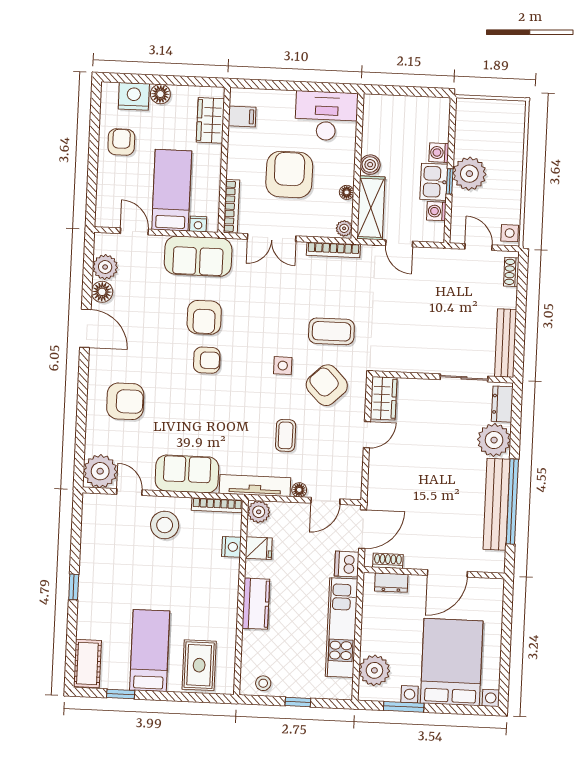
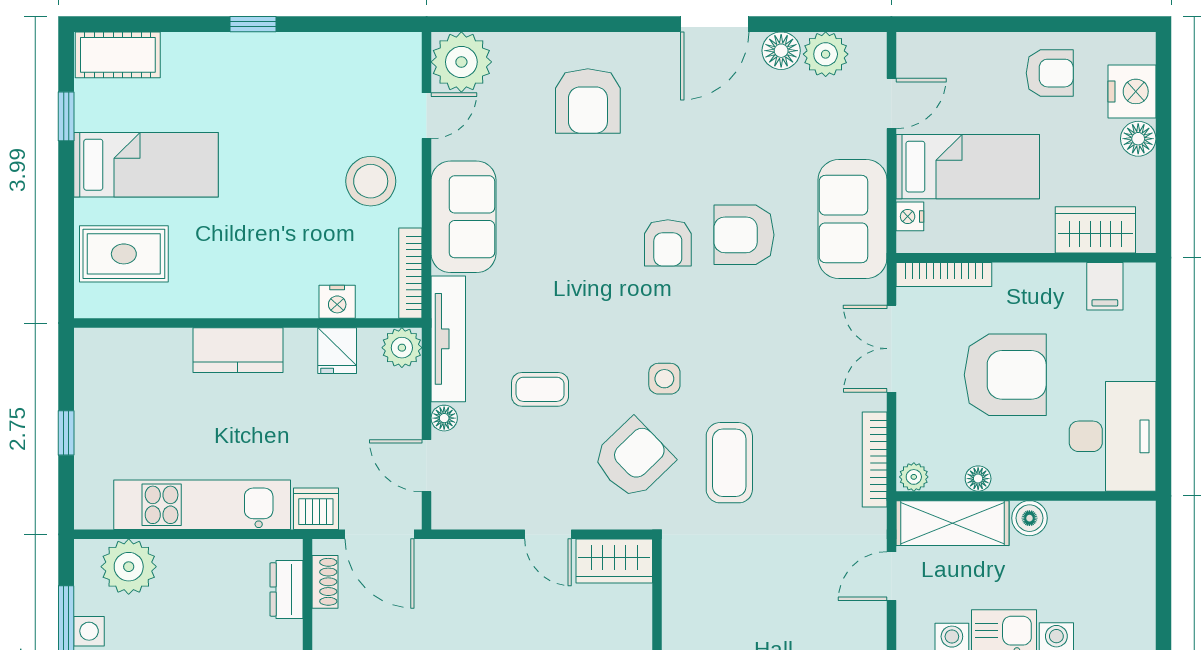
stool: (263, 683) -> (97, 370), removed

